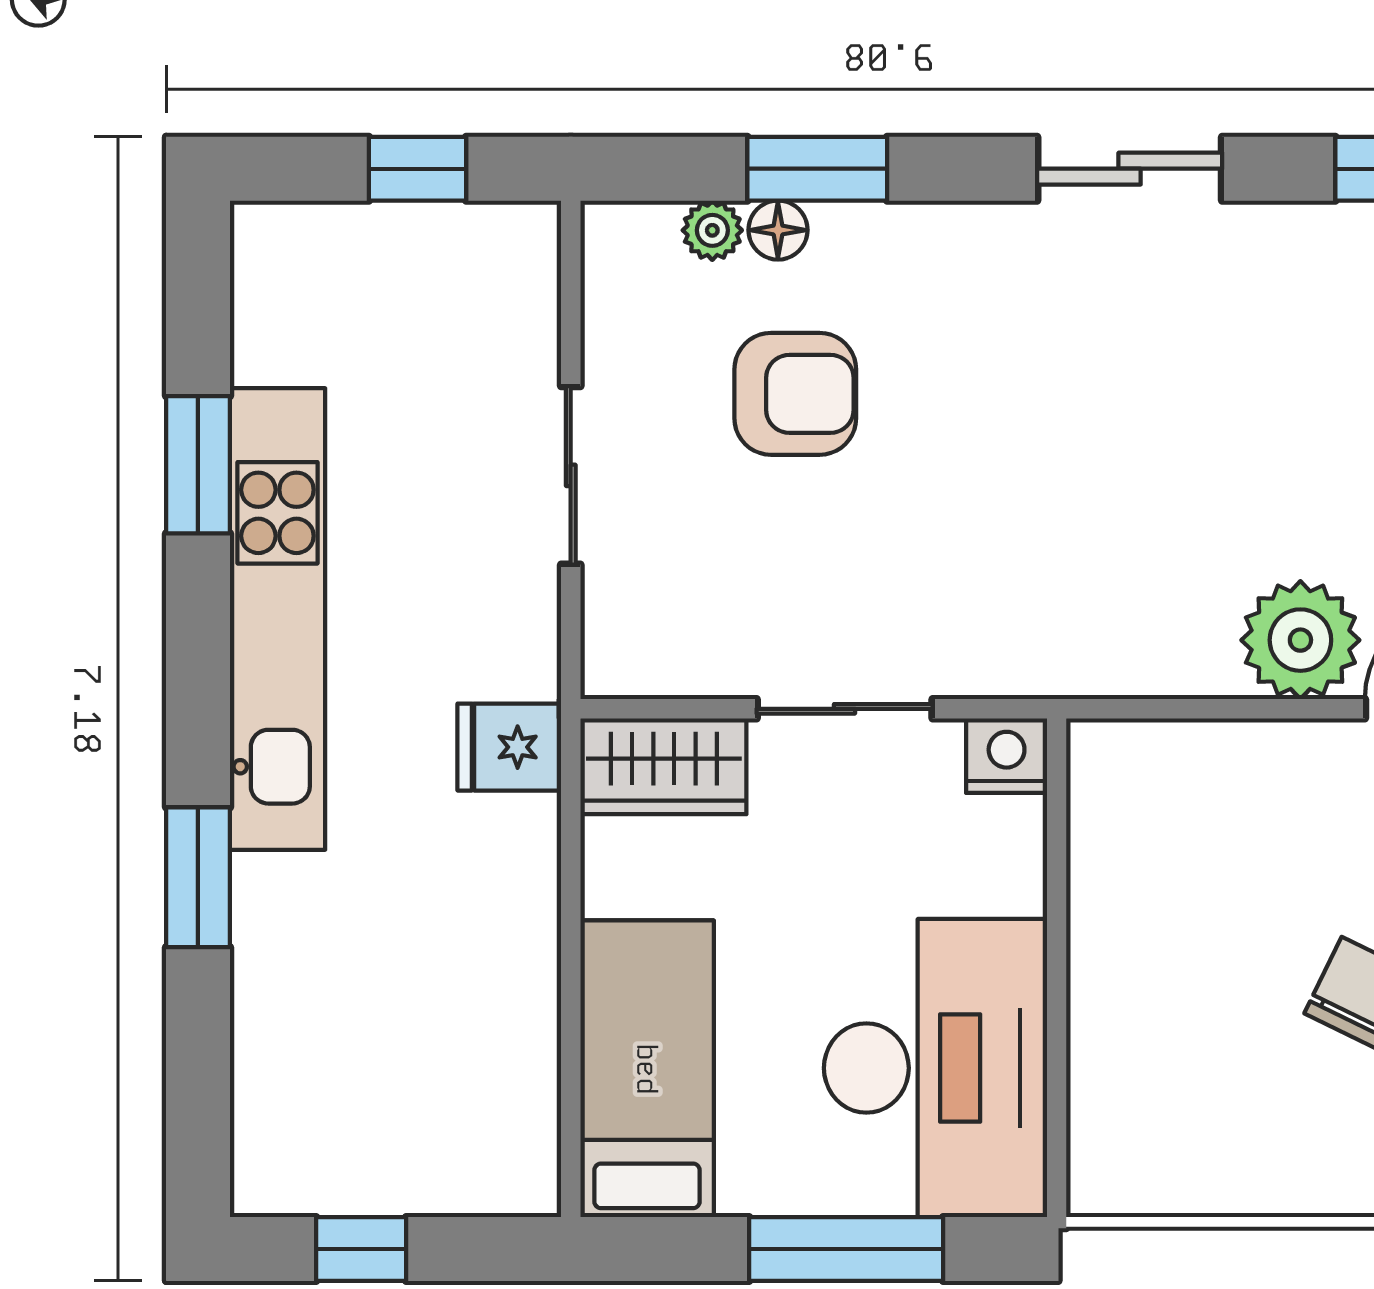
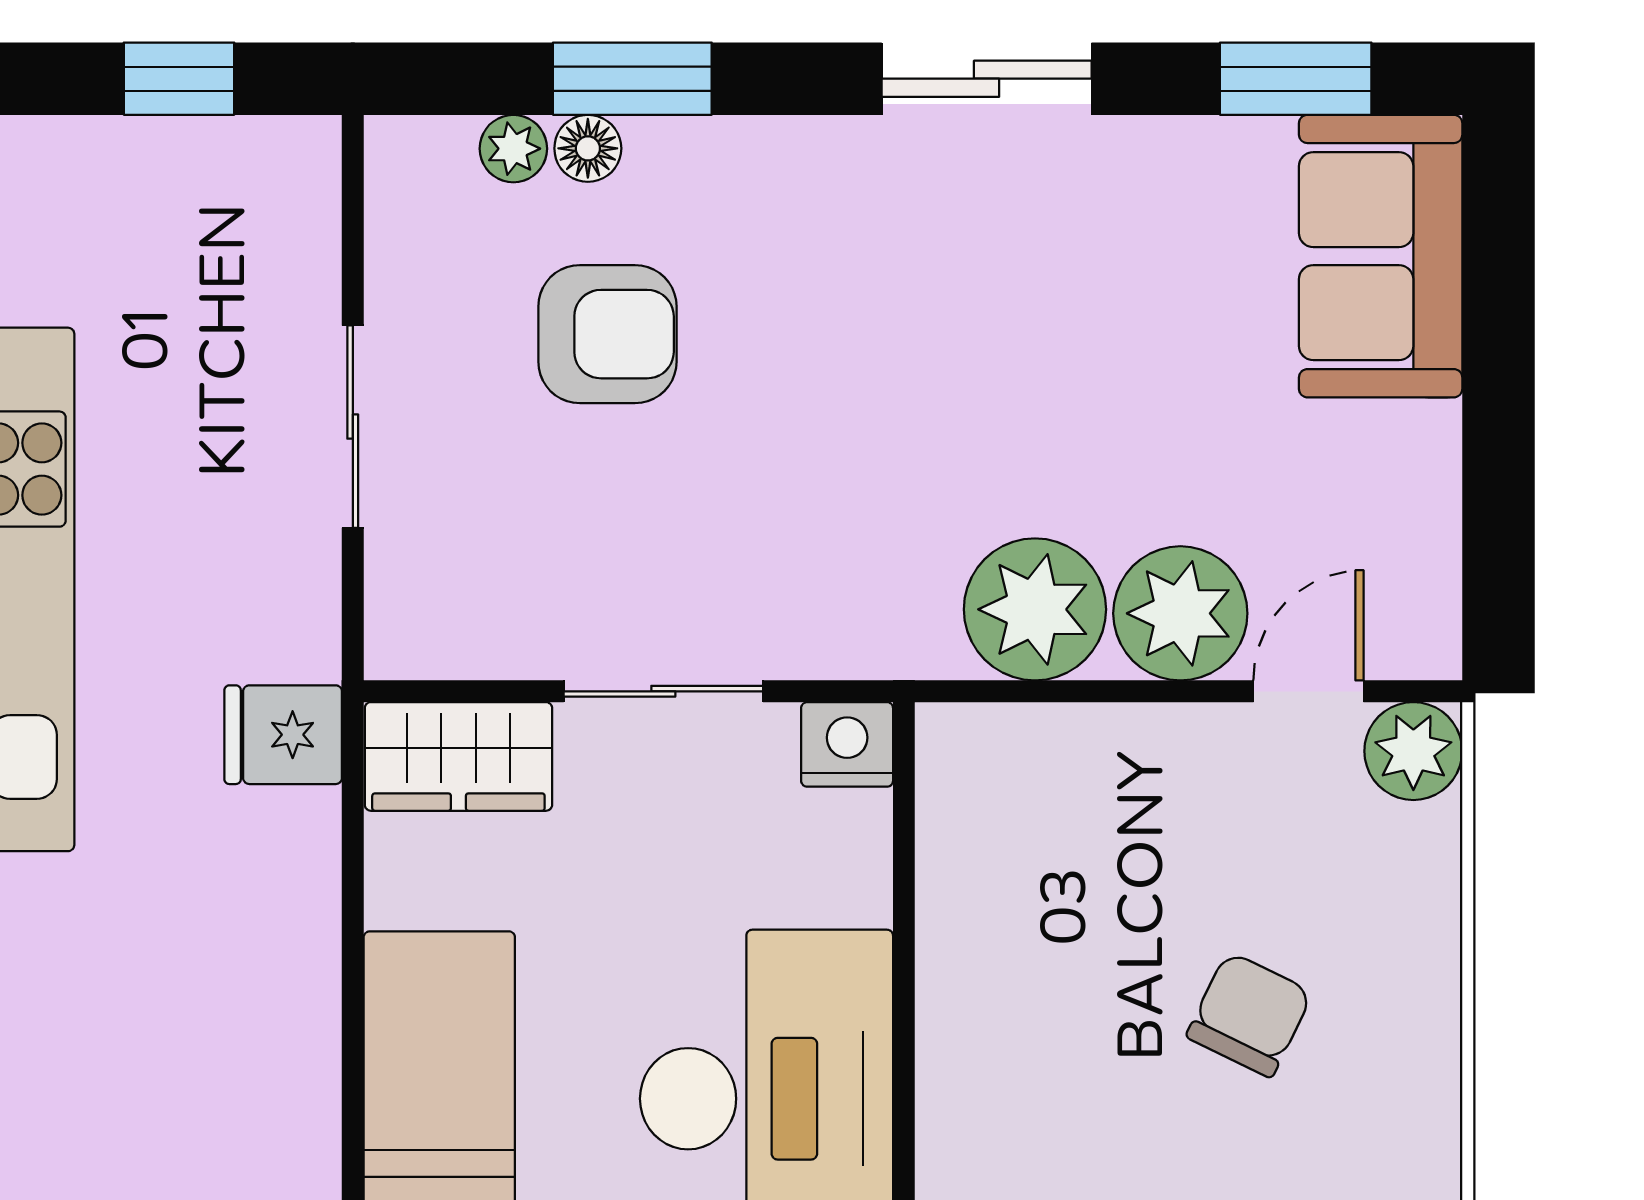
plant: (1172, 637) -> (1035, 609), added

